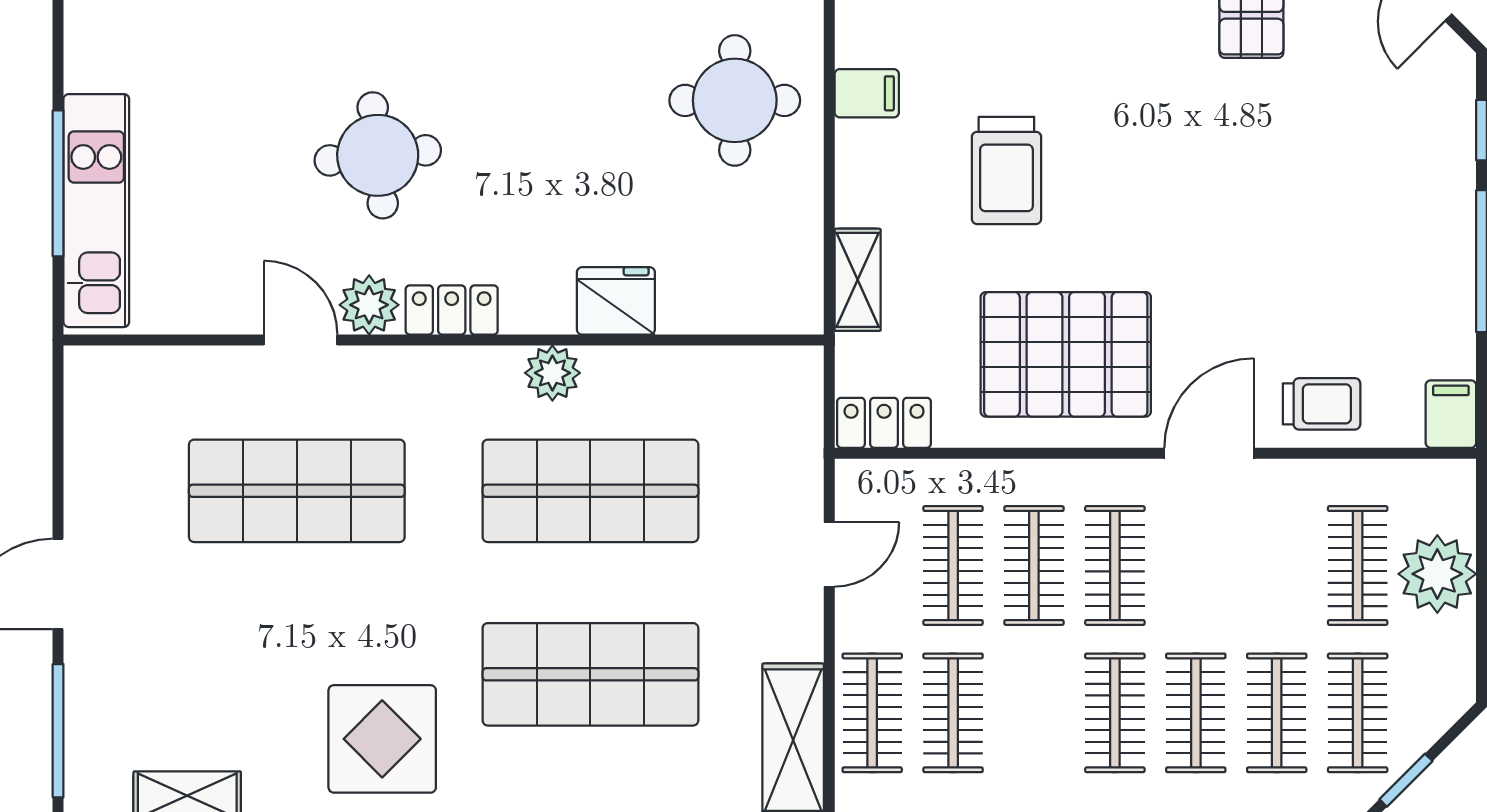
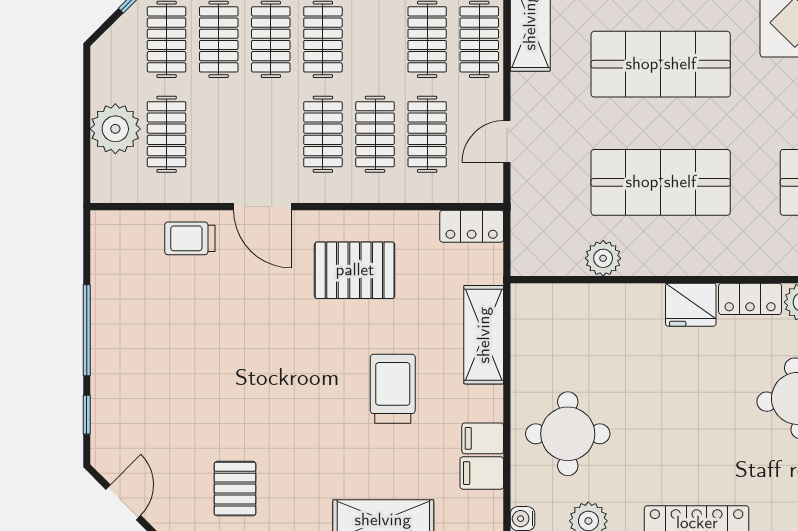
shelving: (858, 280) -> (484, 335), width x1.50, depth x1.33
fridge: (616, 301) -> (691, 305), moved
pallet: (1066, 354) -> (355, 270), width x0.73, depth x0.71
plant: (552, 373) -> (603, 258), moved
filing cabinet: (1451, 414) -> (482, 473), moved, turned 90
door: (1209, 453) -> (262, 207), hinge flipped

